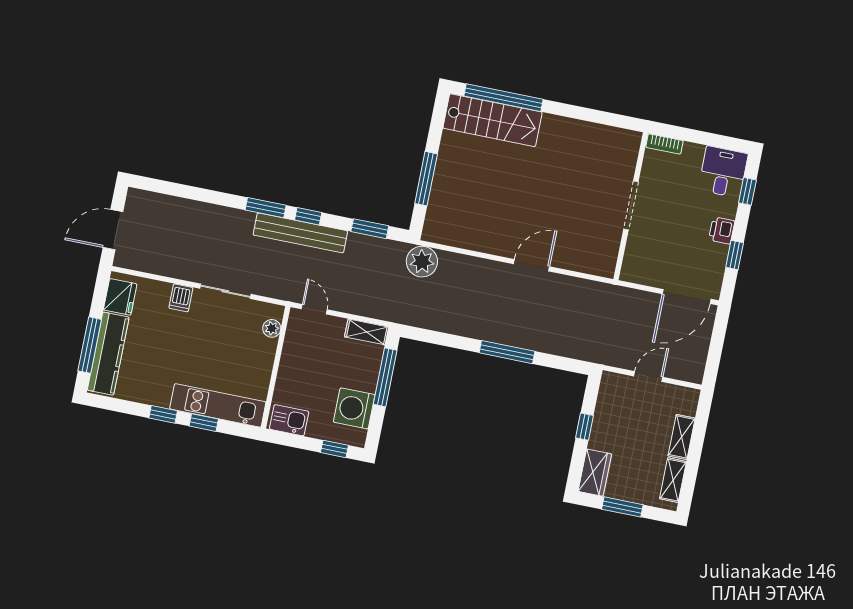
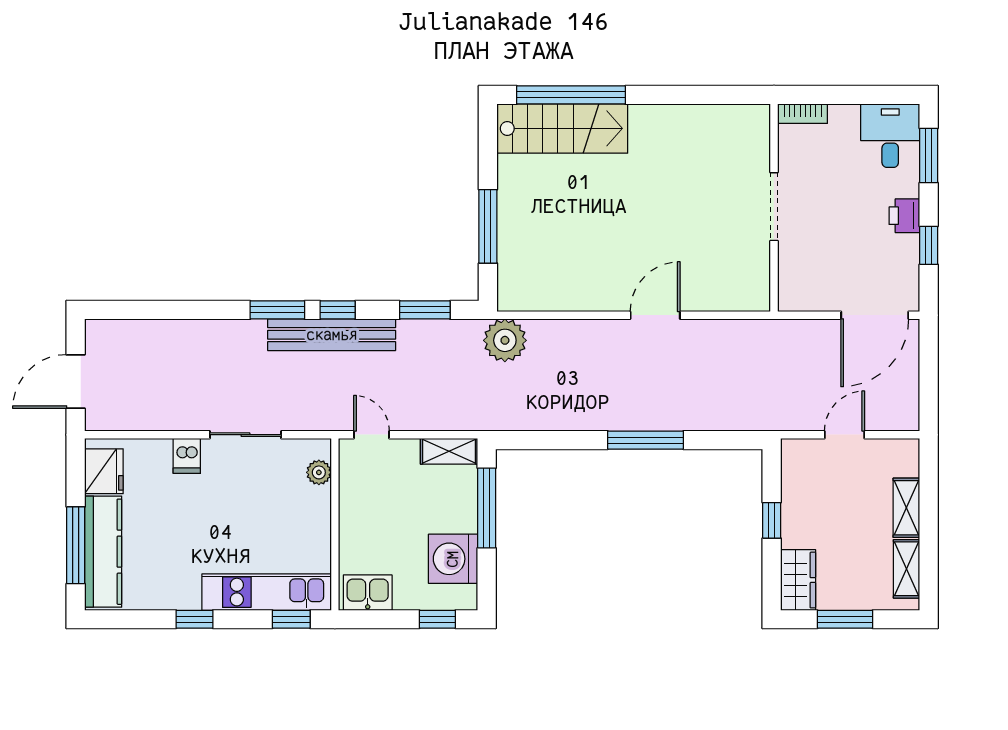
window: (747, 191) -> (929, 155), width x1.50
window: (204, 423) -> (291, 619), moved

